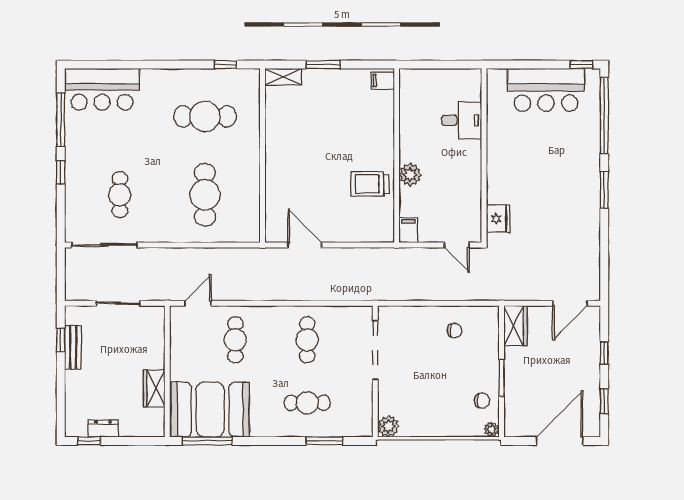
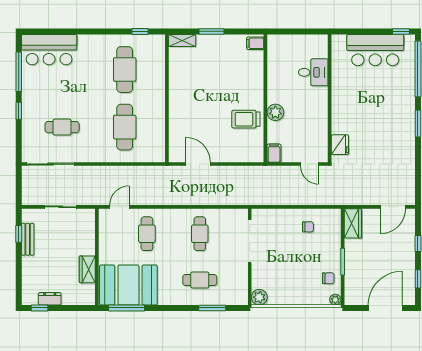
cafe table: (205, 116) -> (125, 70), turned 90
cafe table: (120, 195) -> (62, 127), turned 90

